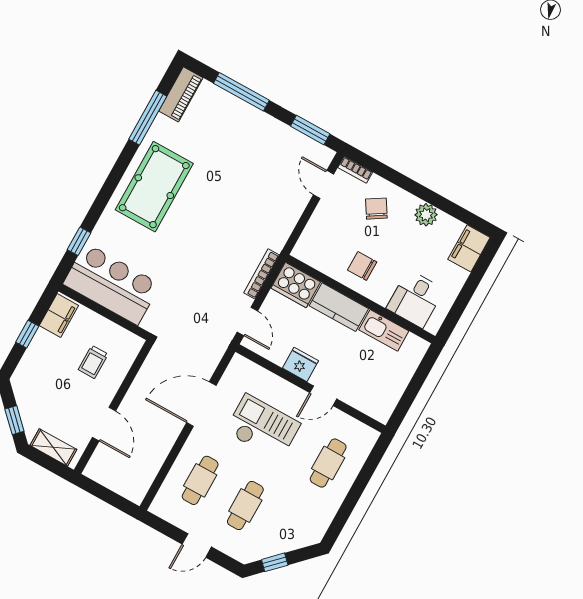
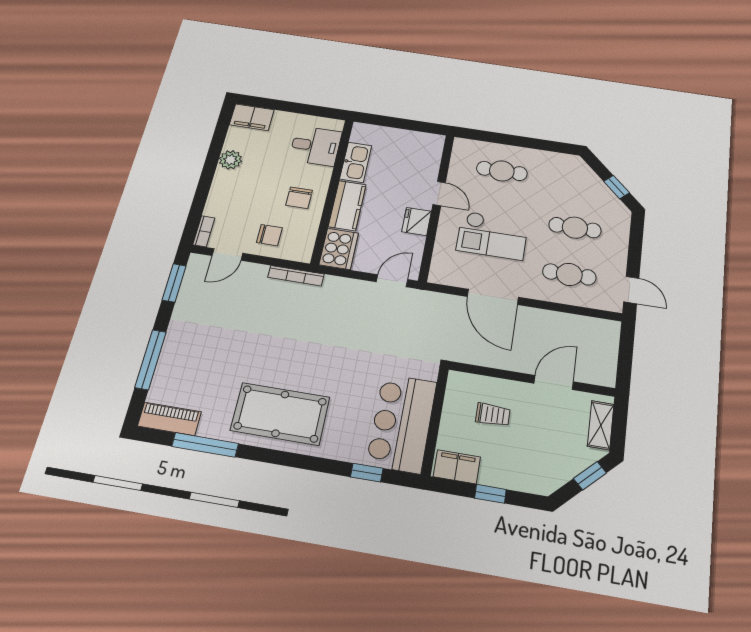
chair: (376, 209) -> (269, 235), moved, turned -148
bookcase: (262, 274) -> (296, 276), moved
checkout: (263, 428) -> (492, 235), turned -90
door: (197, 545) -> (631, 290), moved

